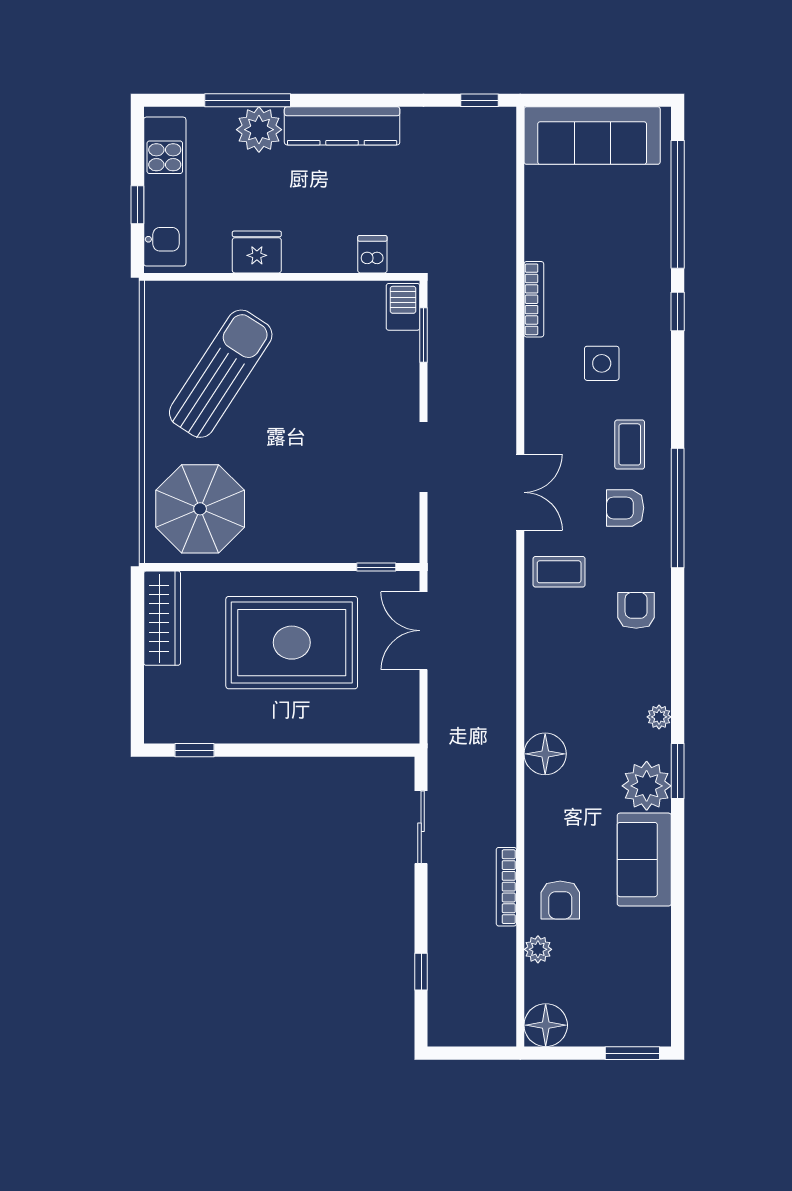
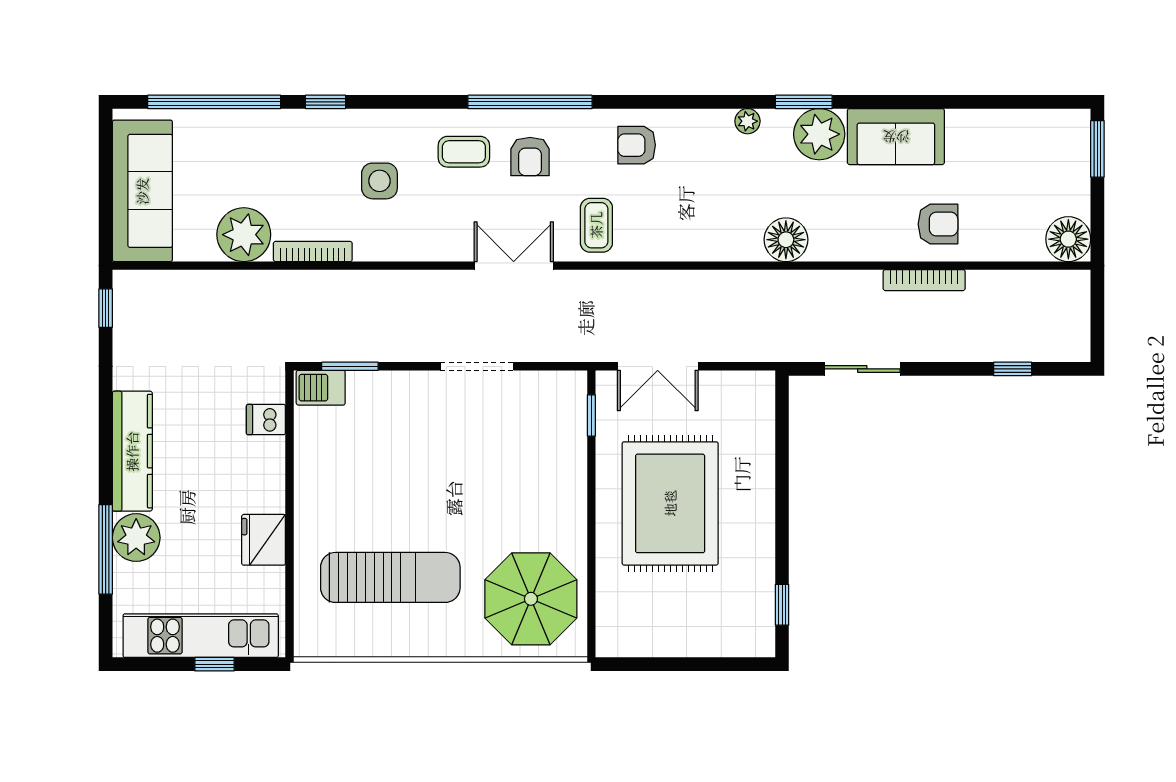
sun lounger: (221, 374) -> (390, 577), turned 147
wardrobe: (162, 618) -> (645, 638), removed
plant: (538, 949) -> (244, 235), moved, width x1.88, depth x1.88

